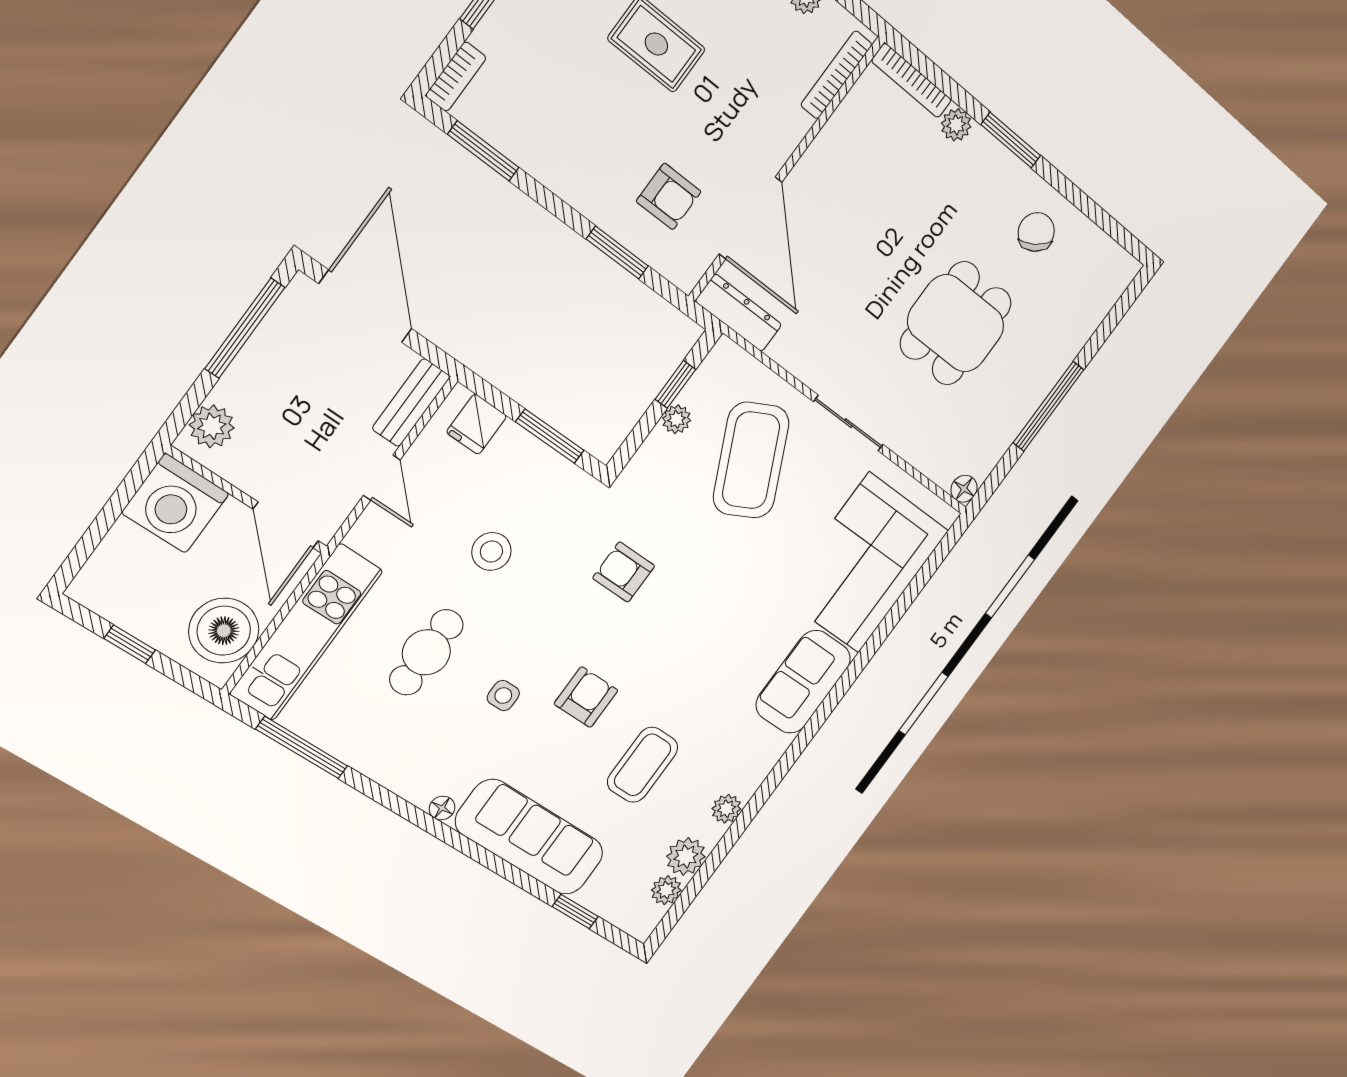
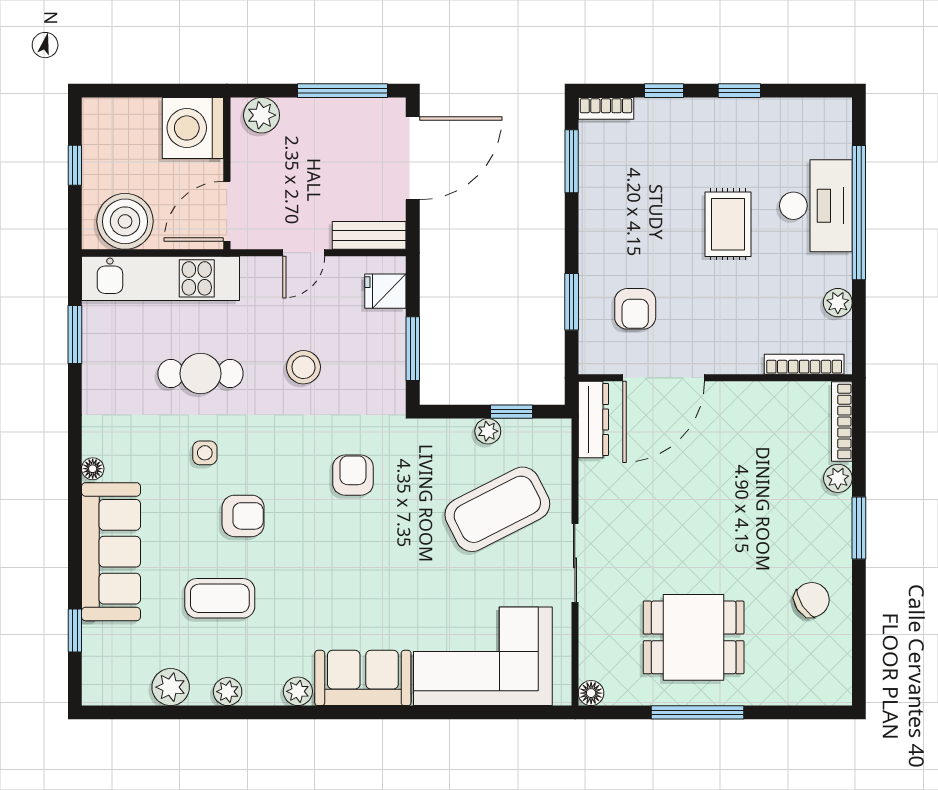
dining table: (956, 323) -> (694, 637), moved
window: (302, 748) -> (75, 334), width x0.69
plant: (666, 890) -> (298, 691), moved

